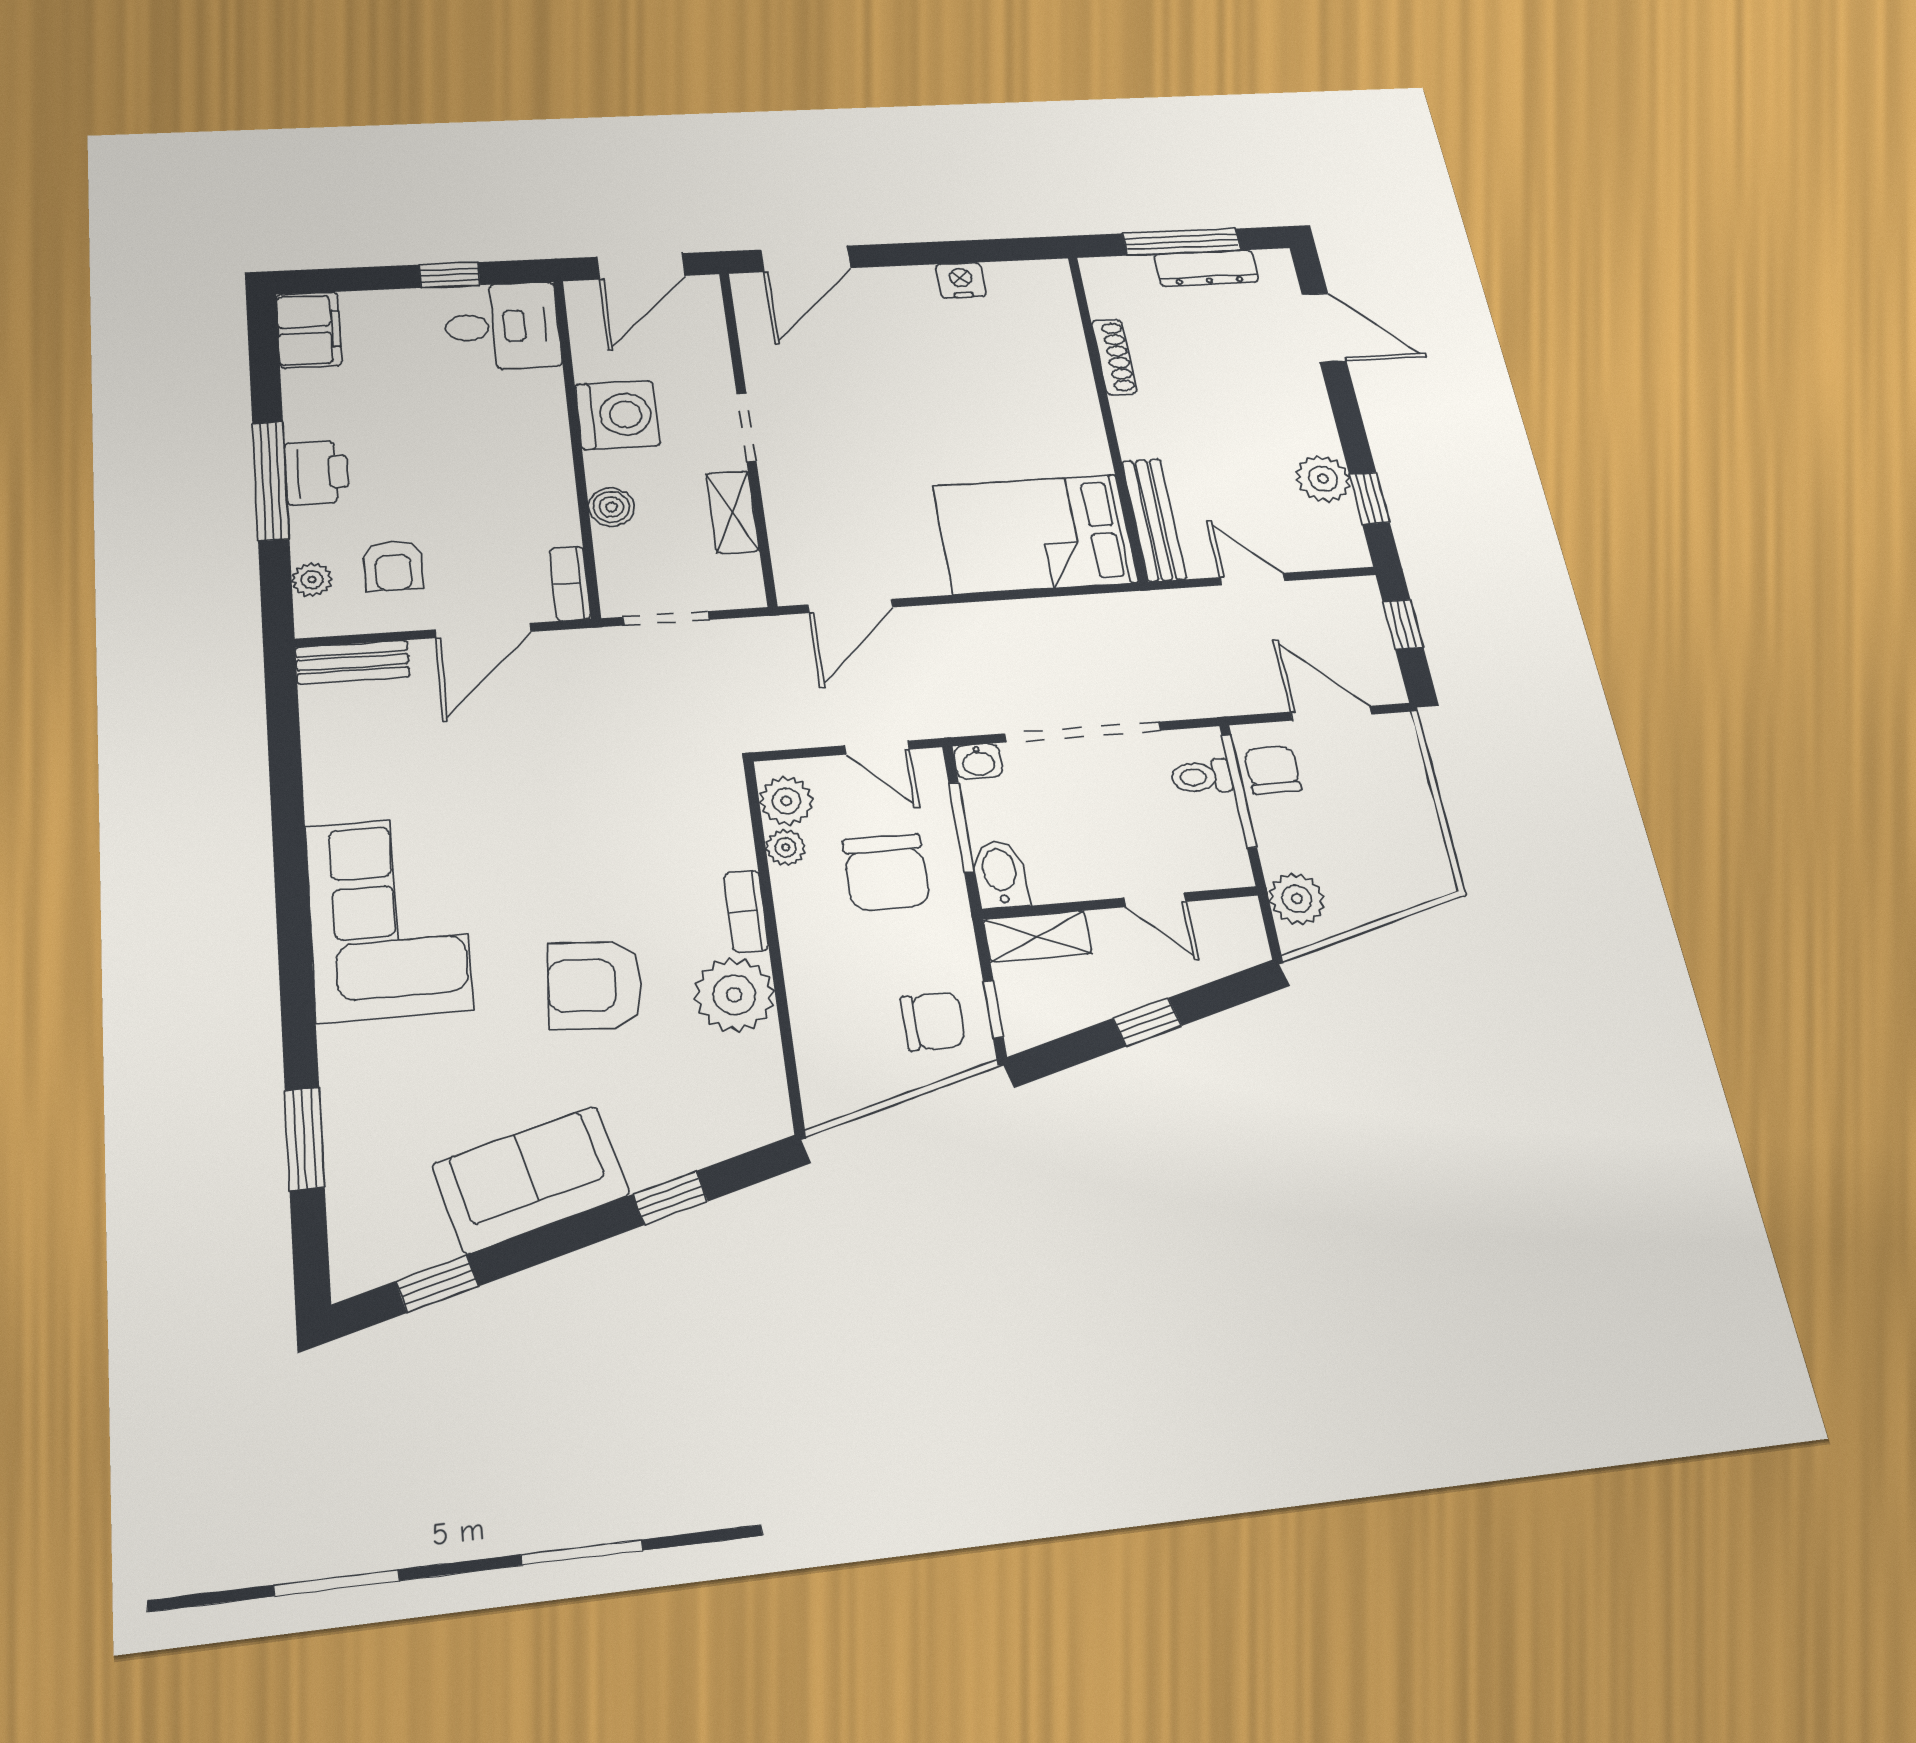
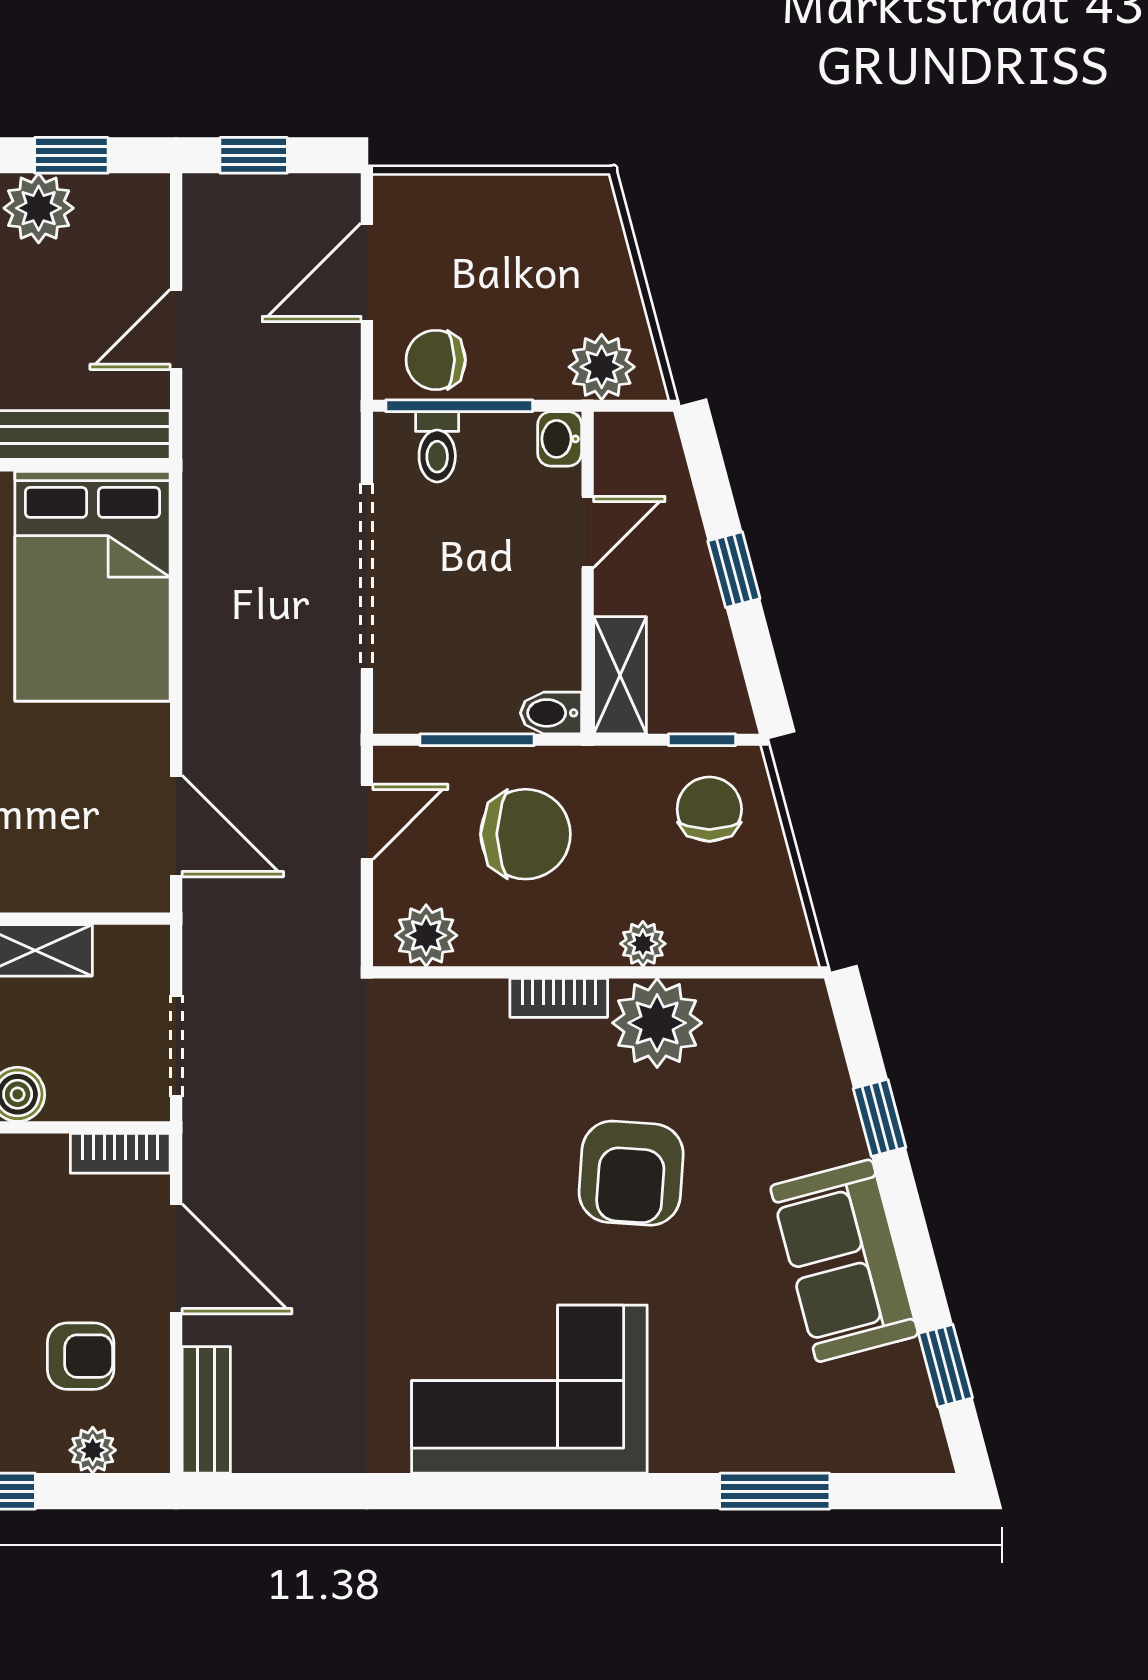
washbasin: (978, 761) -> (560, 439), moved, turned 180
plant: (786, 847) -> (643, 944), moved
bidet: (1000, 874) -> (551, 713), width x0.72, depth x0.74

